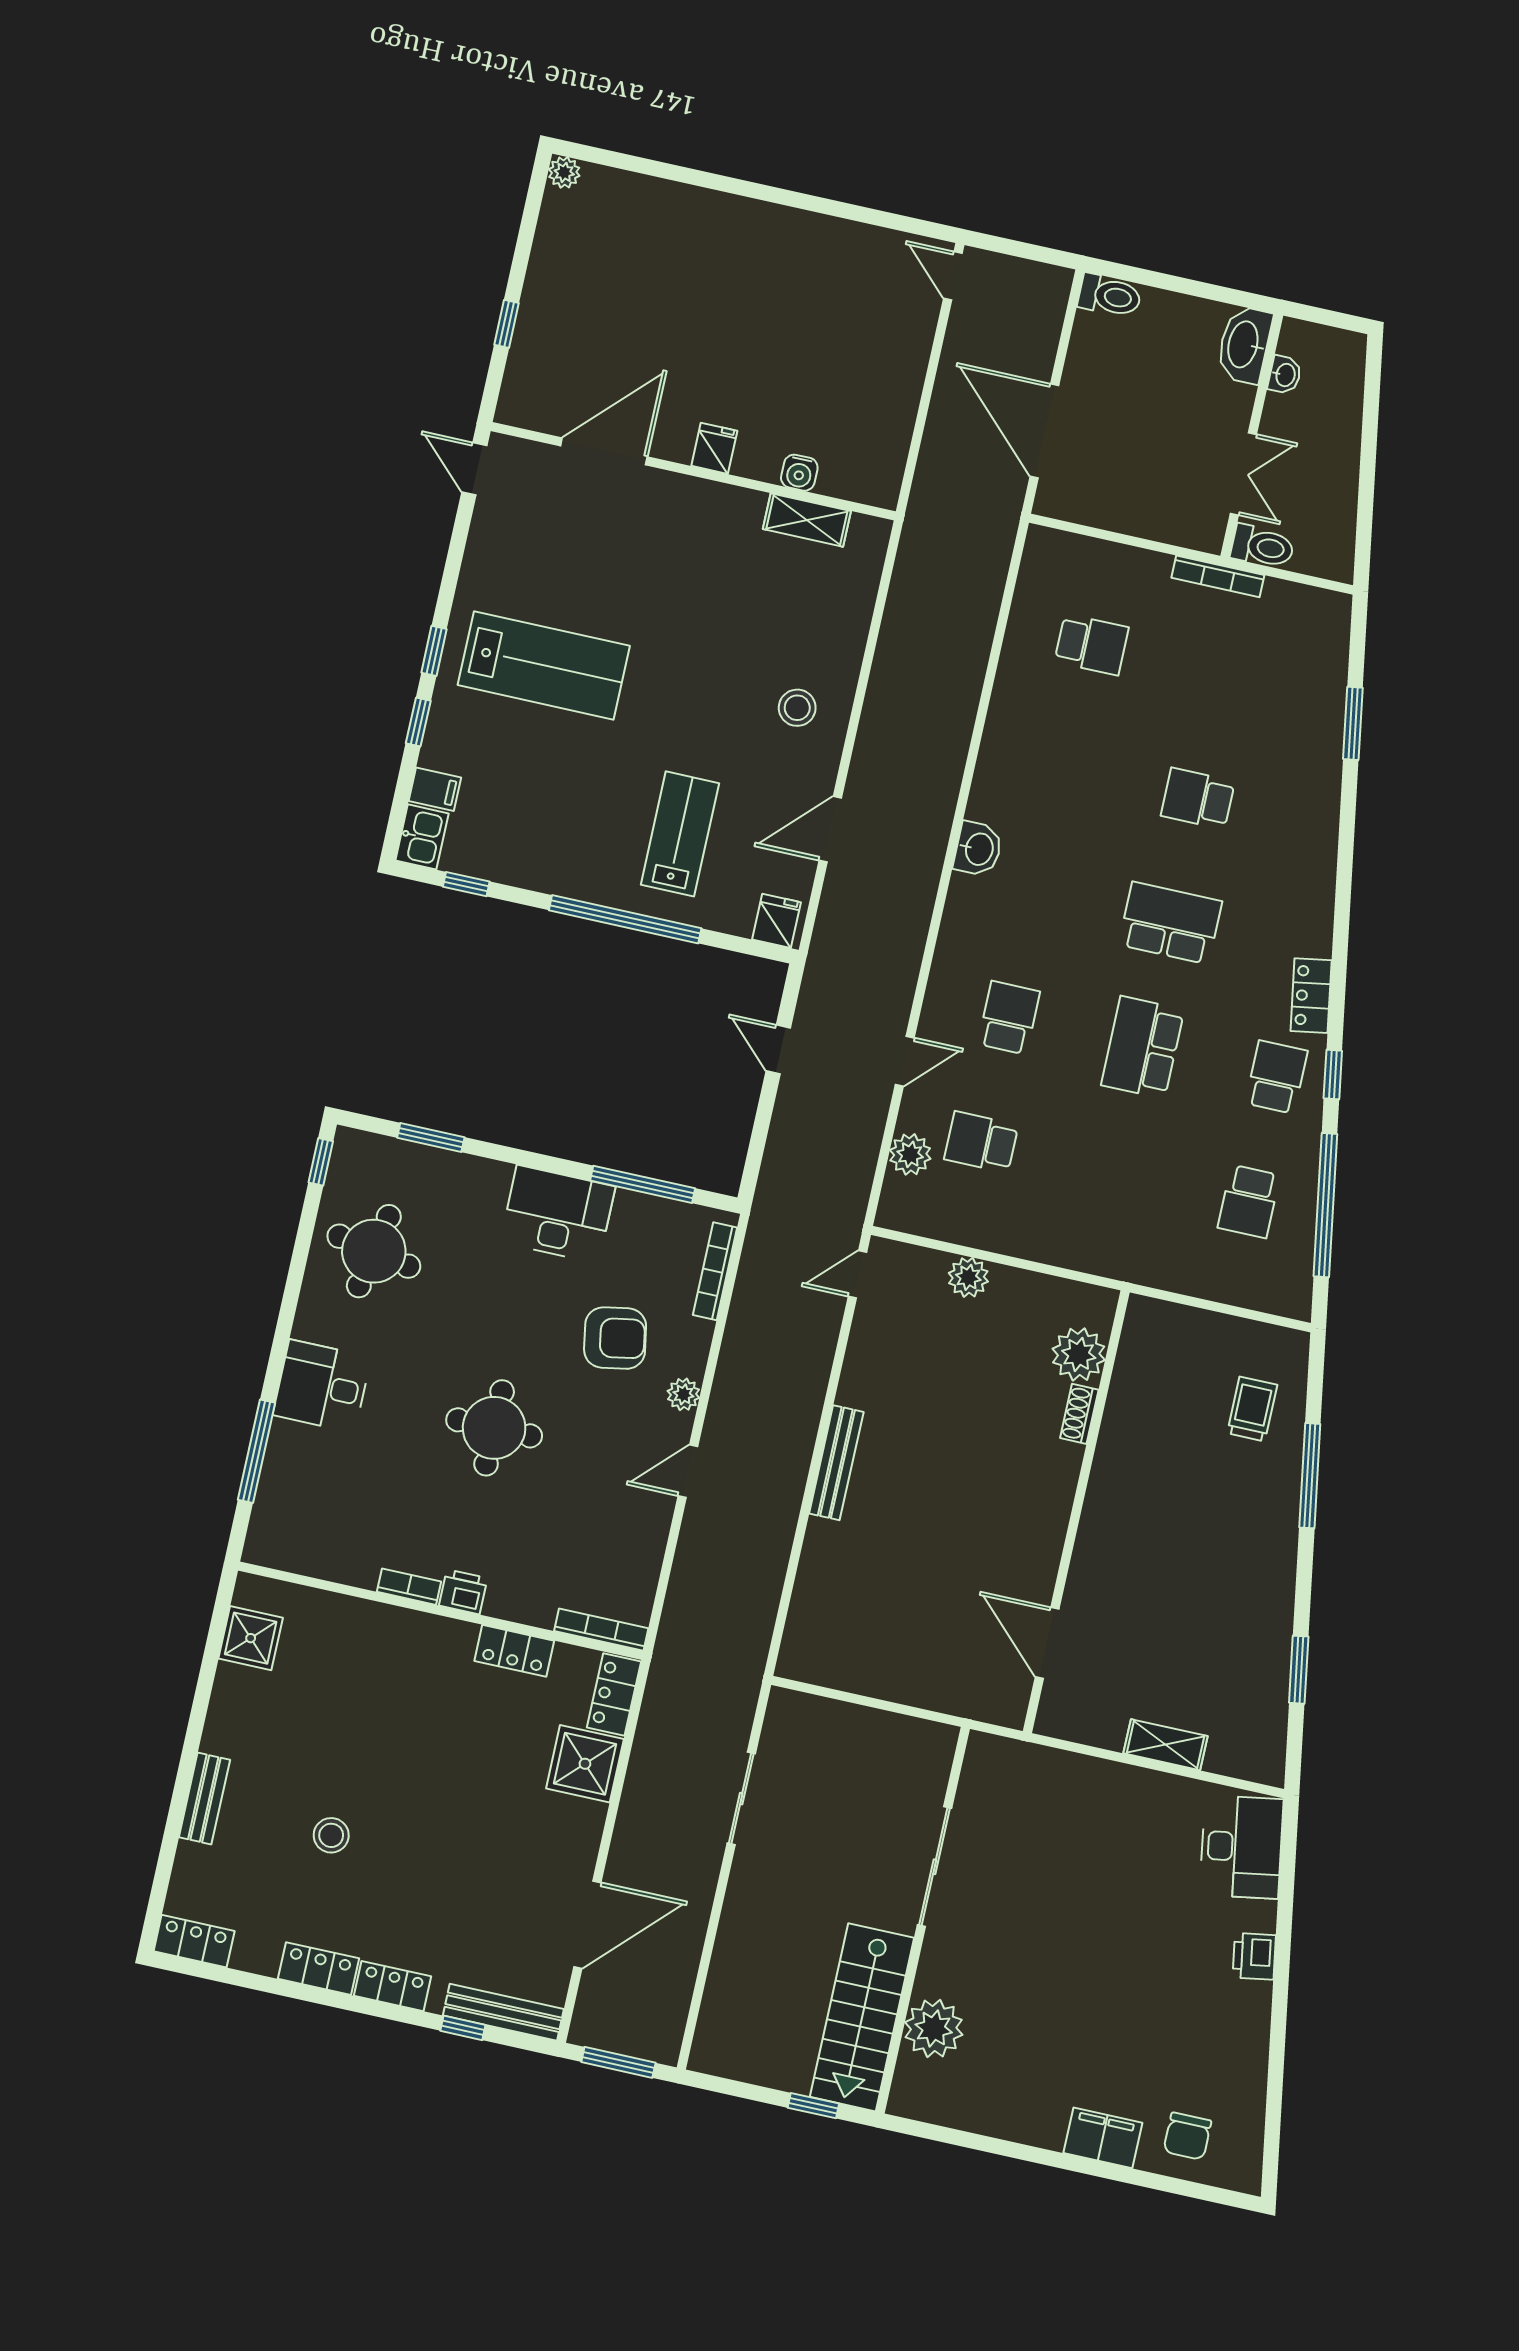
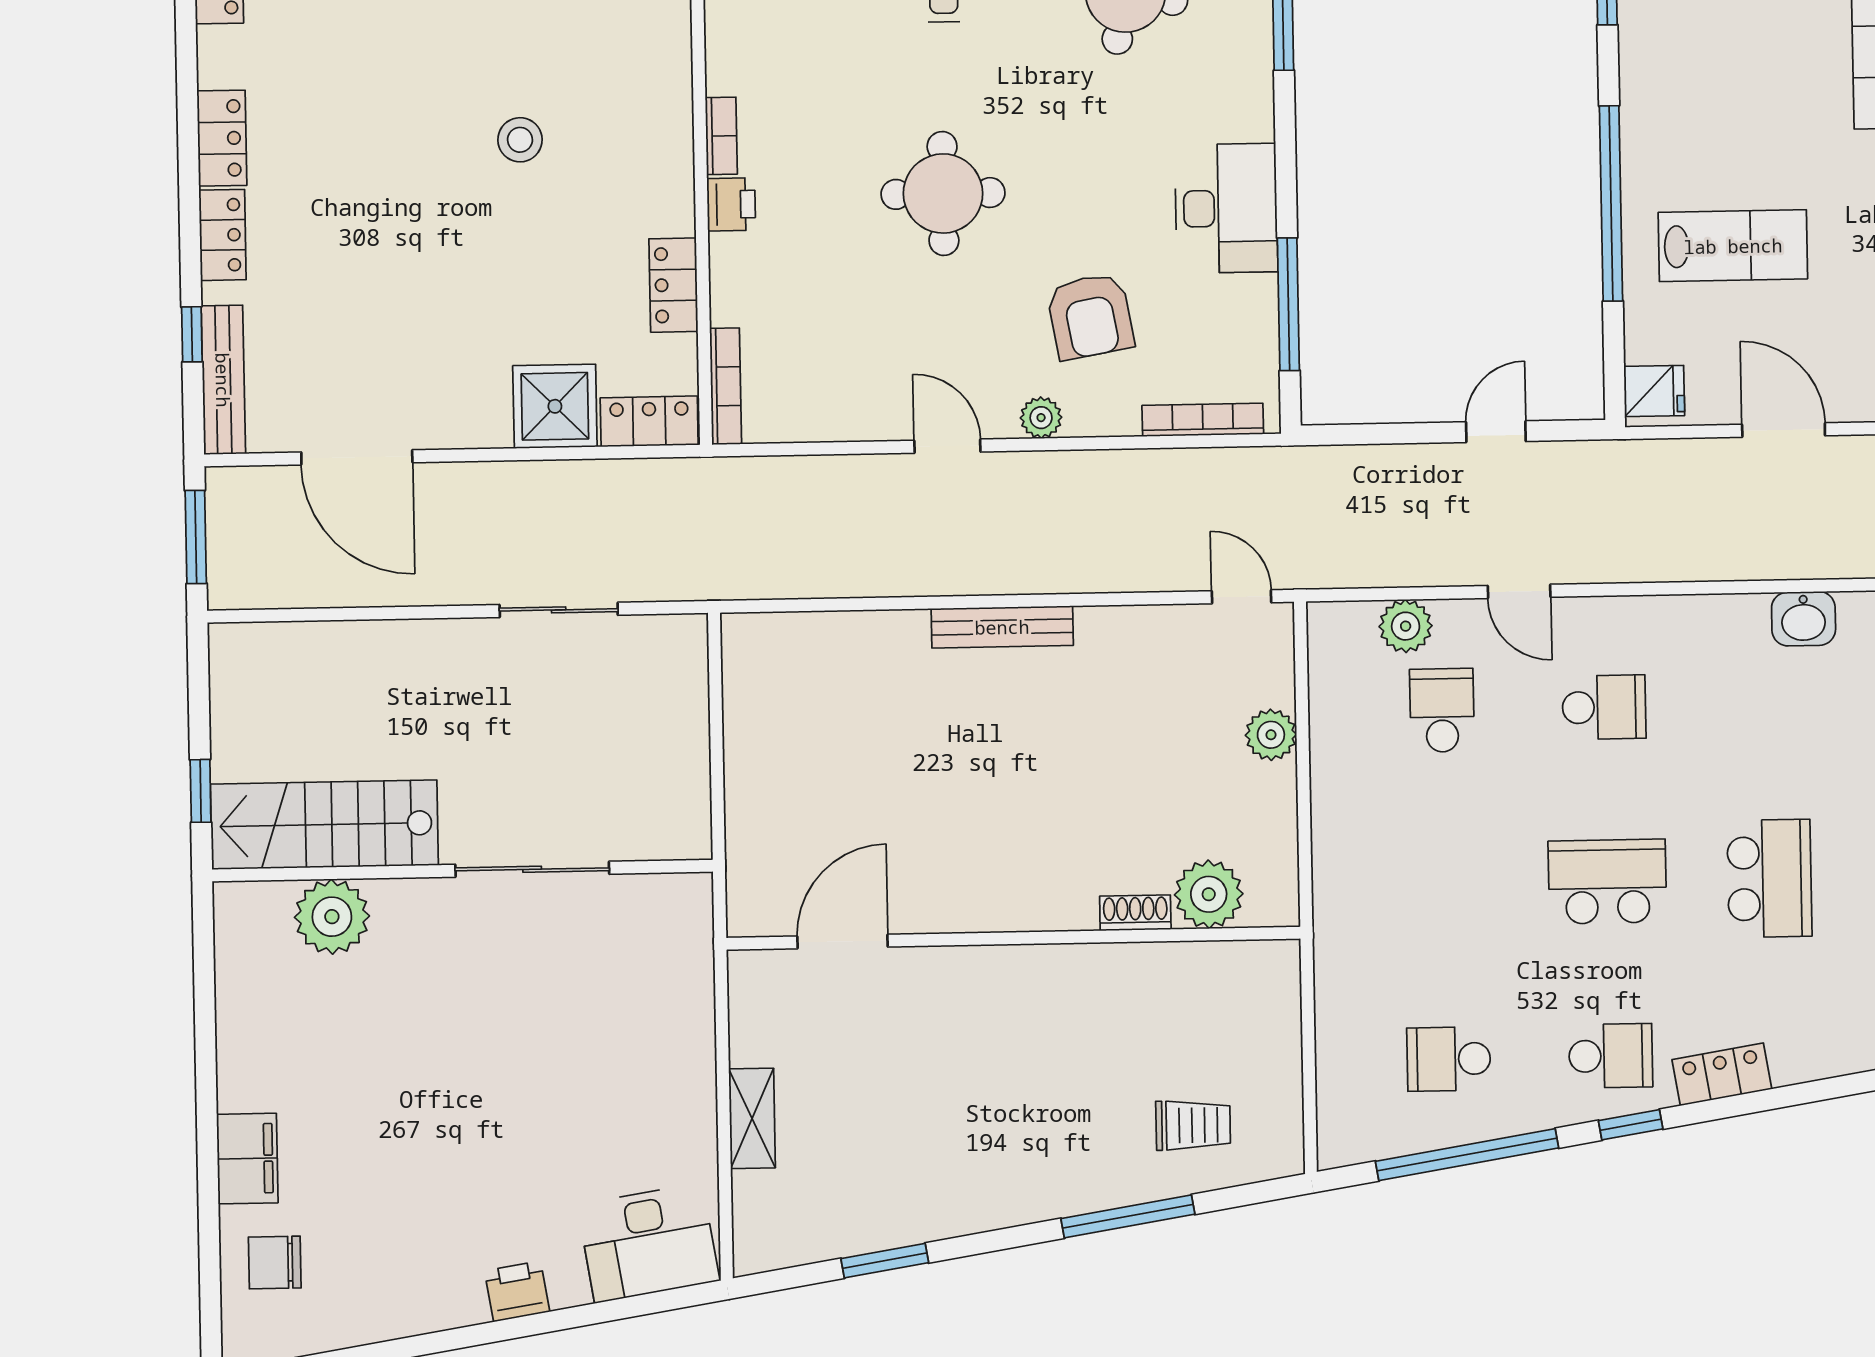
stool: (331, 1835) -> (520, 140), moved

